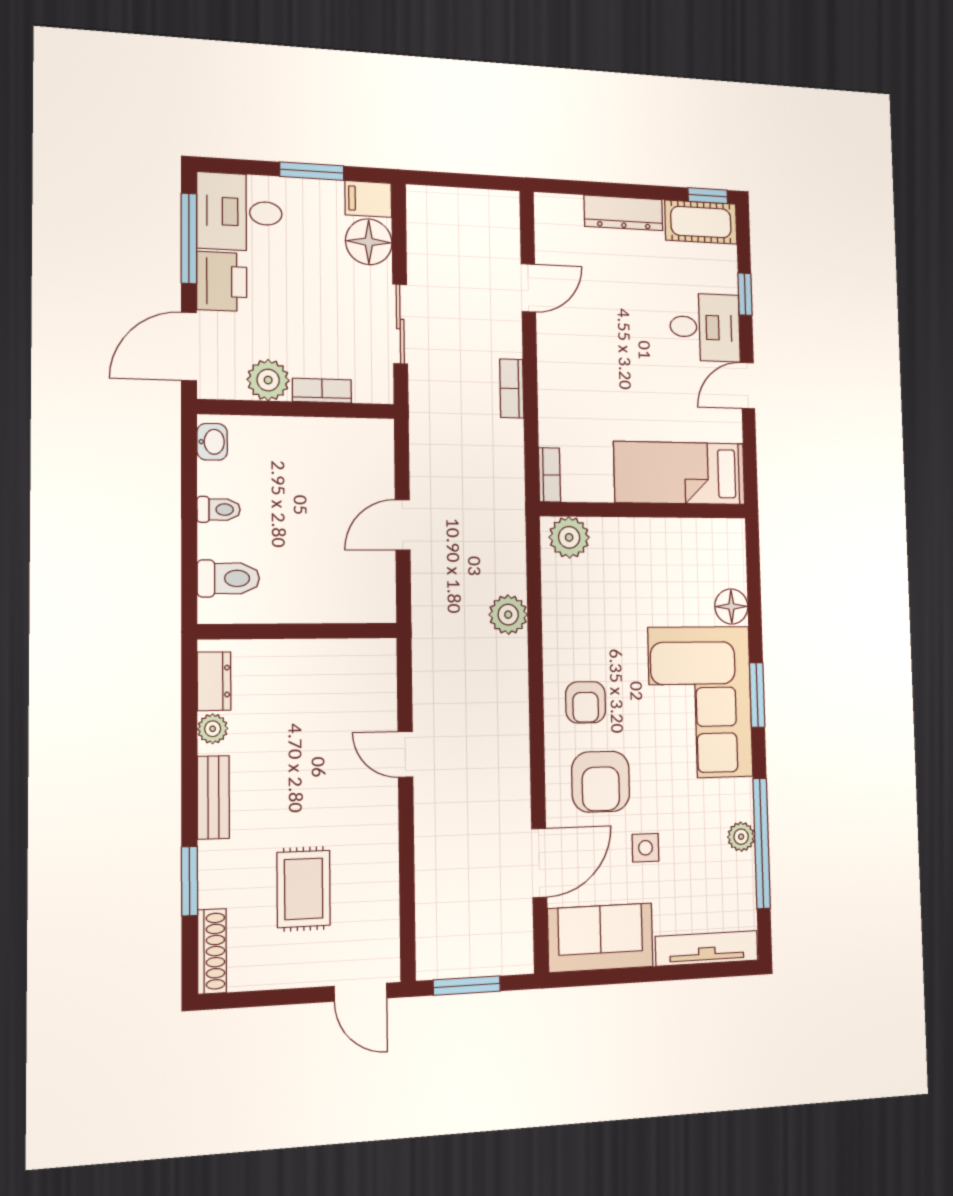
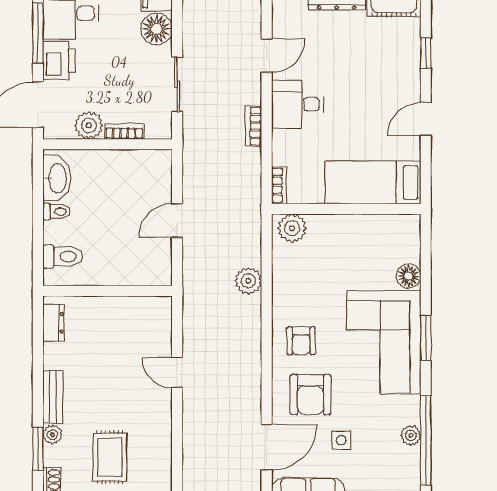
desk: (705, 327) -> (298, 104), moved, turned 180
washbasin: (212, 442) -> (57, 178), width x1.91, depth x1.45
plant: (213, 729) -> (52, 435), moved

